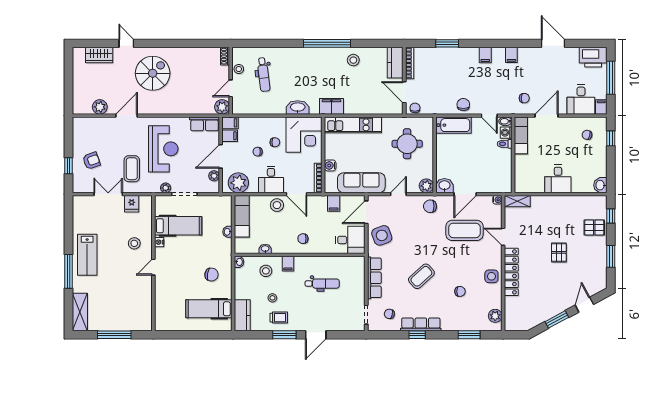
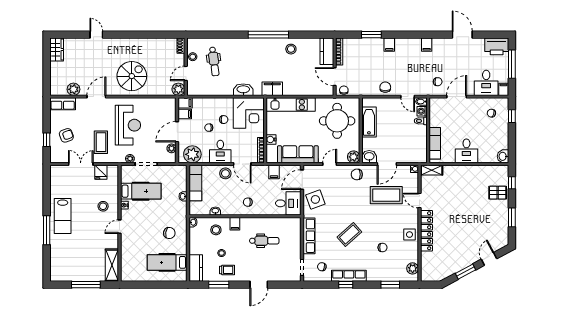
wardrobe: (99, 55) -> (57, 50), moved, turned -90
filing cabinet: (485, 55) -> (389, 45), moved
spiral stairs: (153, 73) -> (132, 76), moved
row of seats: (204, 124) -> (63, 104), moved
bathtub: (454, 125) -> (369, 122), moved, turned -90
exam couch: (521, 135) -> (435, 143), moved
round table: (407, 144) -> (337, 121), width x1.36, depth x1.36
pallet: (559, 252) -> (467, 214), removed
shelving: (80, 312) -> (112, 265), moved
window: (284, 335) -> (219, 285), moved

